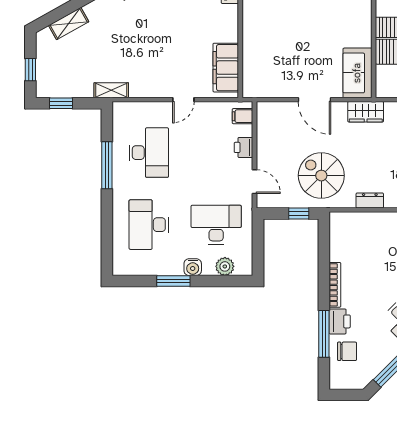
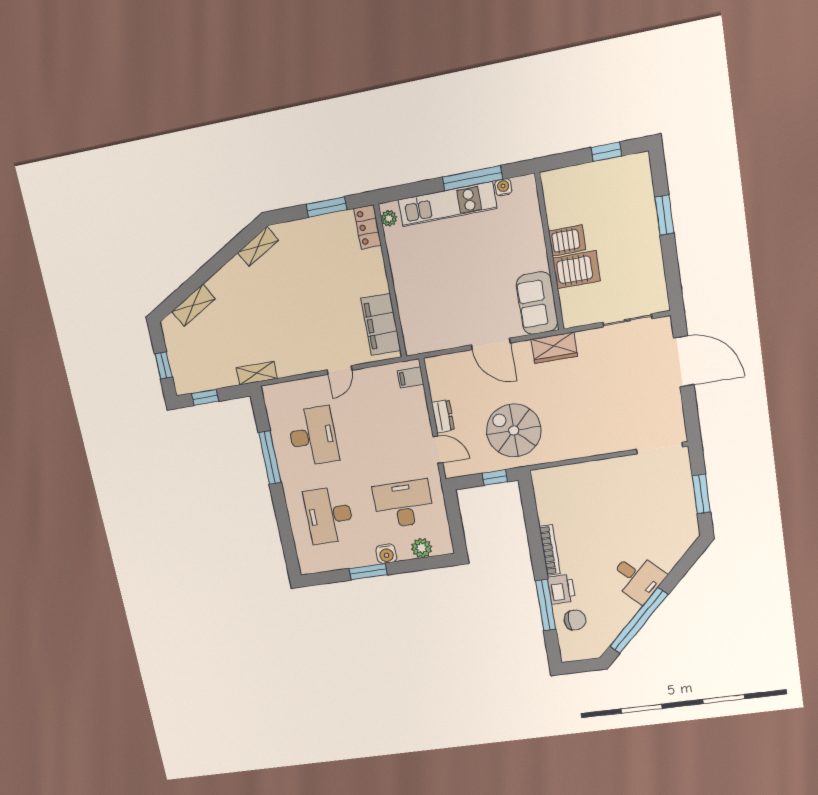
printer: (244, 147) -> (418, 413), removed
dresser: (370, 201) -> (443, 416), moved, turned 90

